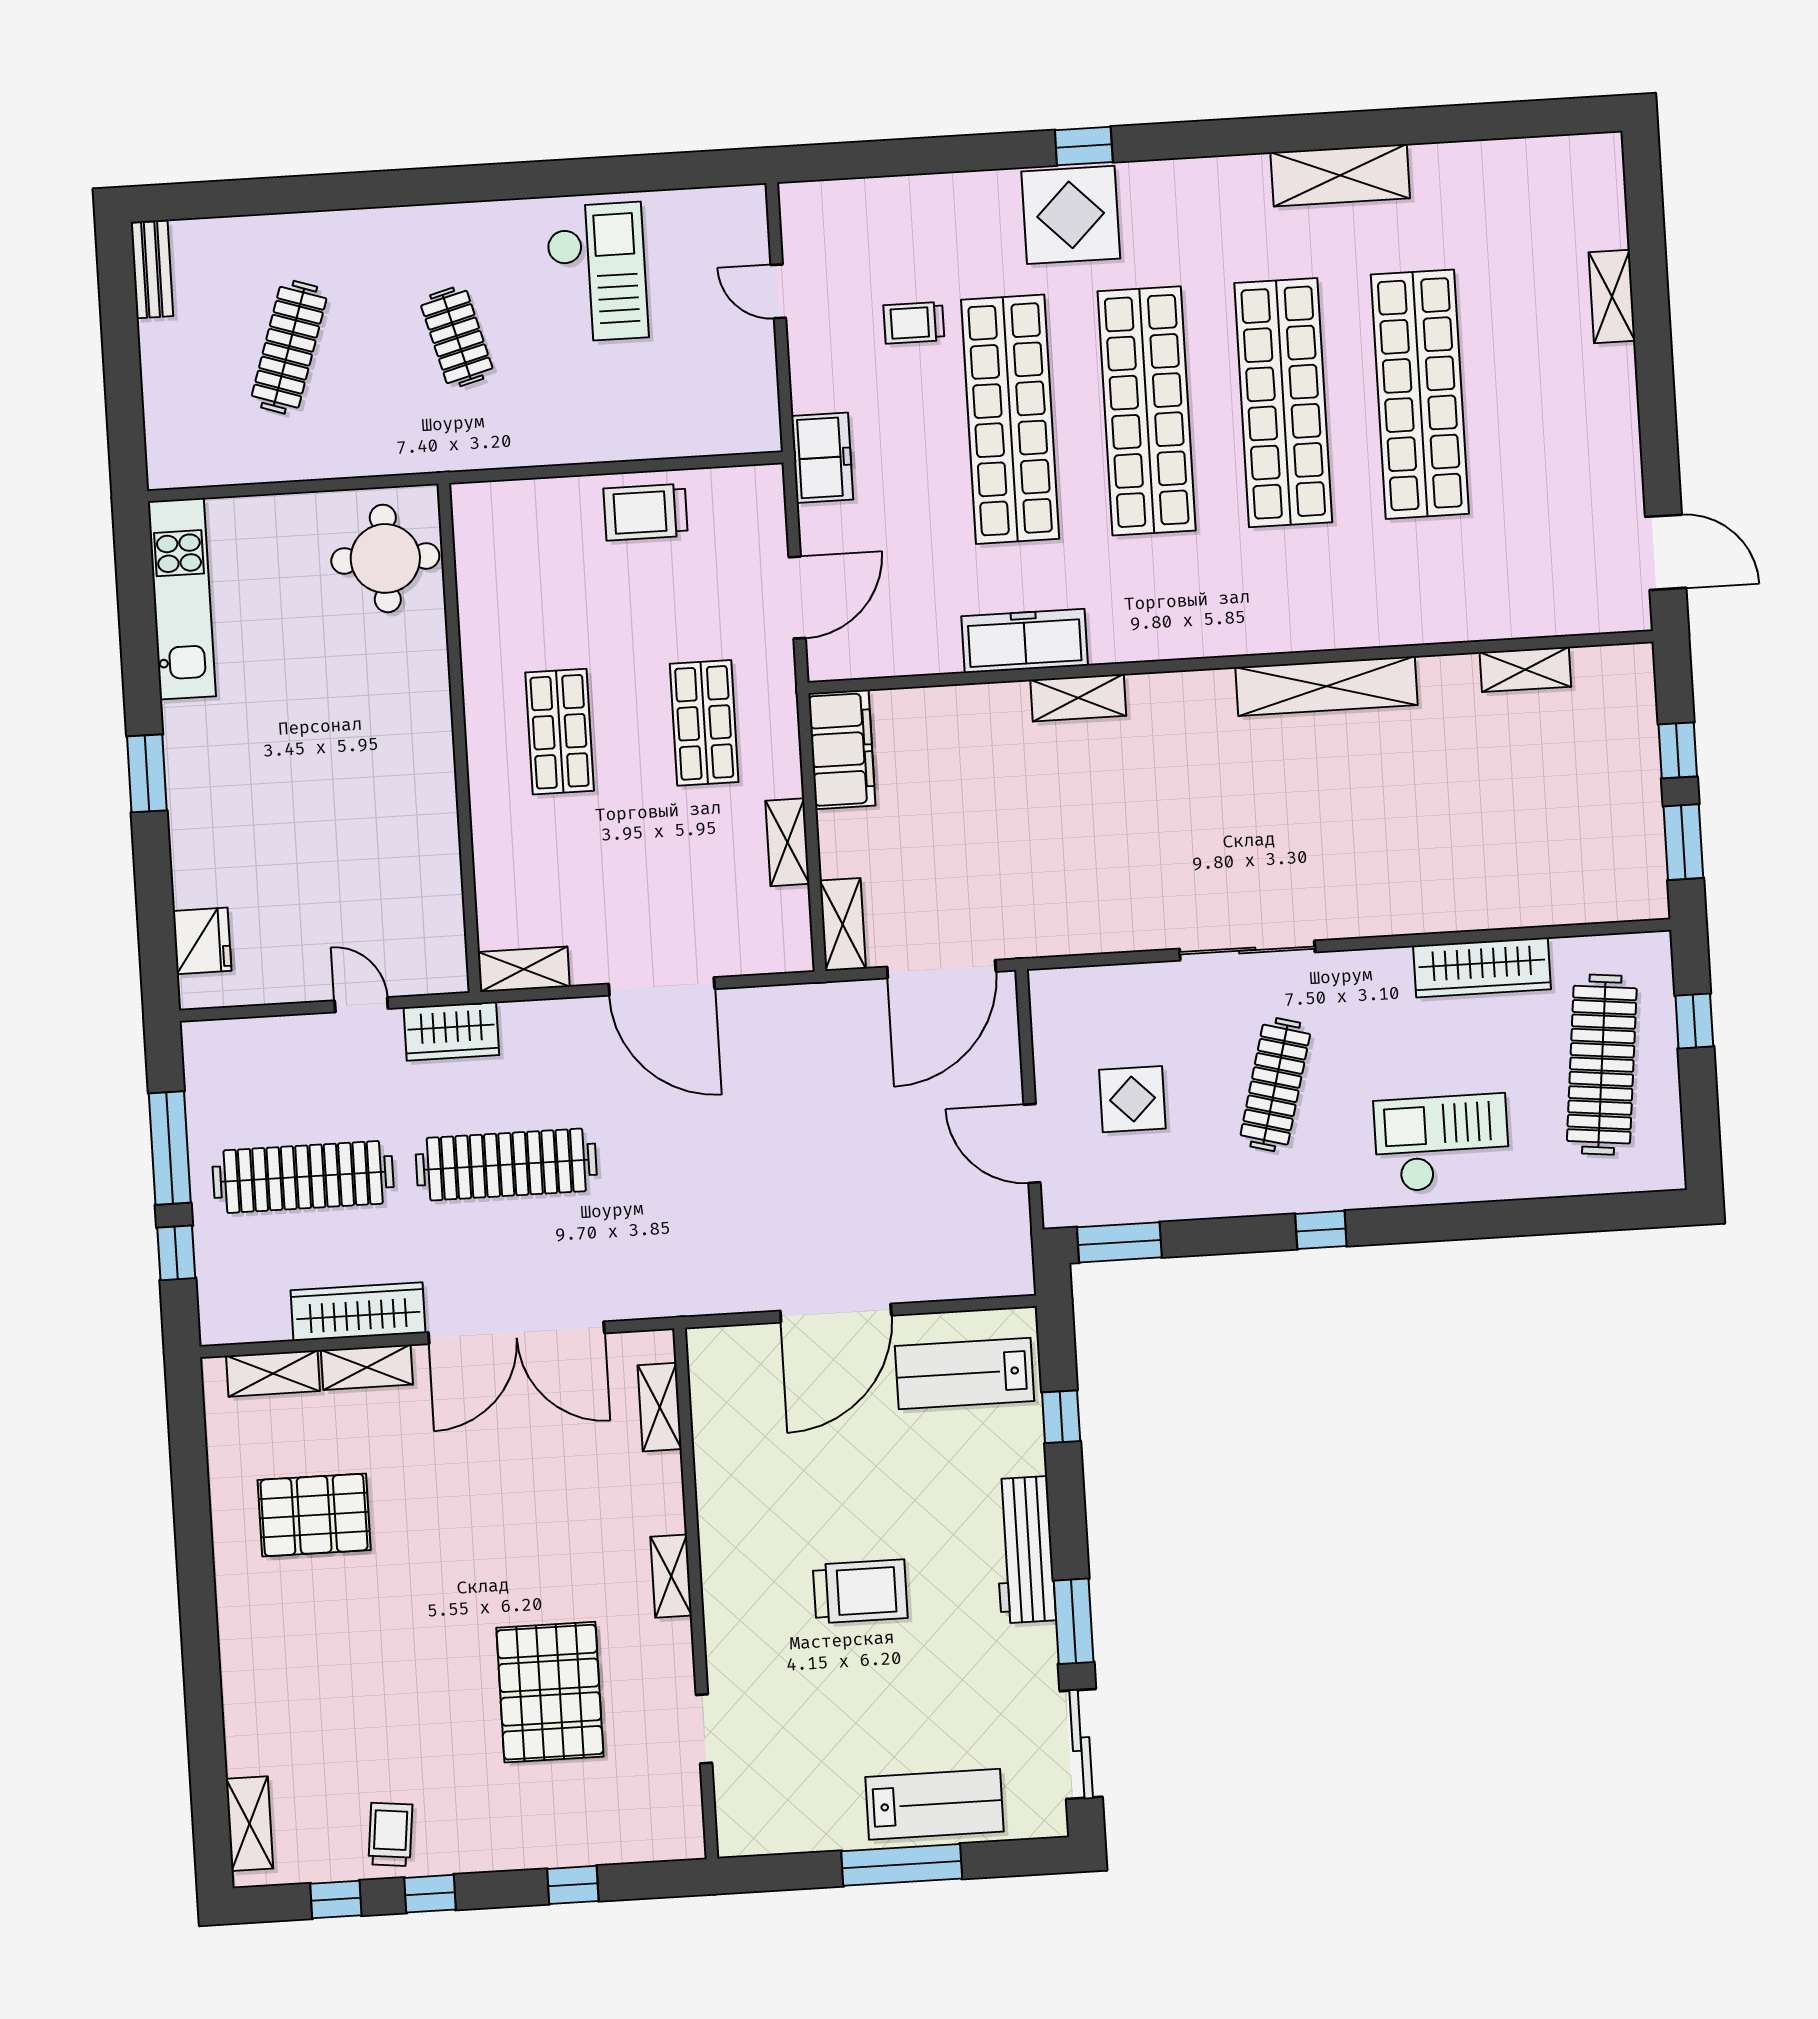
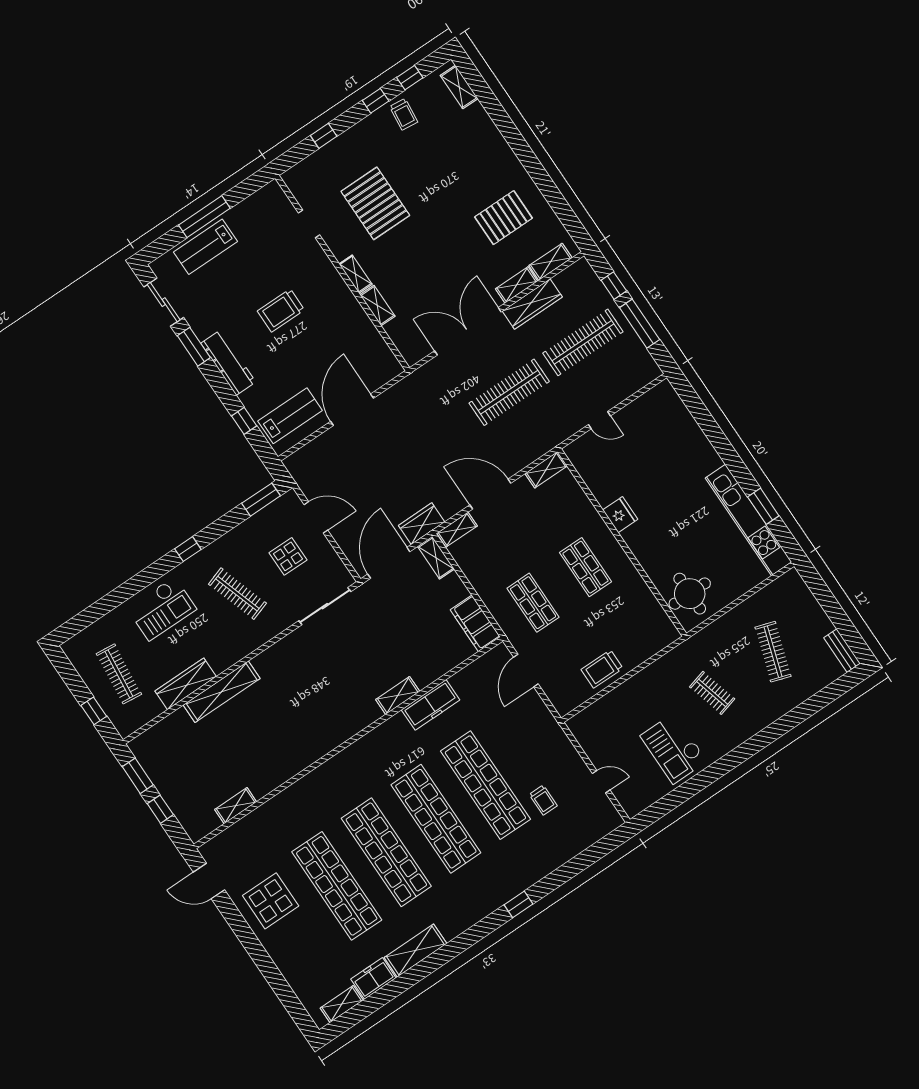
display table: (1071, 215) -> (271, 901), moved
shelving: (1612, 296) -> (342, 1004), moved, turned 90
trolley: (914, 323) -> (543, 800), turned 90
freezer: (822, 458) -> (373, 978), moved, turned 90
trolley: (646, 512) -> (602, 669), turned 180
kitchen unit: (182, 599) -> (749, 520), width x1.36
shelving: (1326, 686) -> (222, 692), moved
window: (147, 773) -> (763, 506), moved
shelving: (787, 842) -> (457, 530), moved, turned 90
fridge: (202, 941) -> (620, 515), moved, turned 180
sliding door: (1247, 950) -> (325, 606), moved
wardrobe: (451, 1031) -> (422, 524), moved
clothes rail: (1602, 1065) -> (119, 674), width x0.73, depth x0.76
clothes rail: (1275, 1085) -> (237, 594), turned -33
shelving: (660, 1407) -> (377, 306), moved

